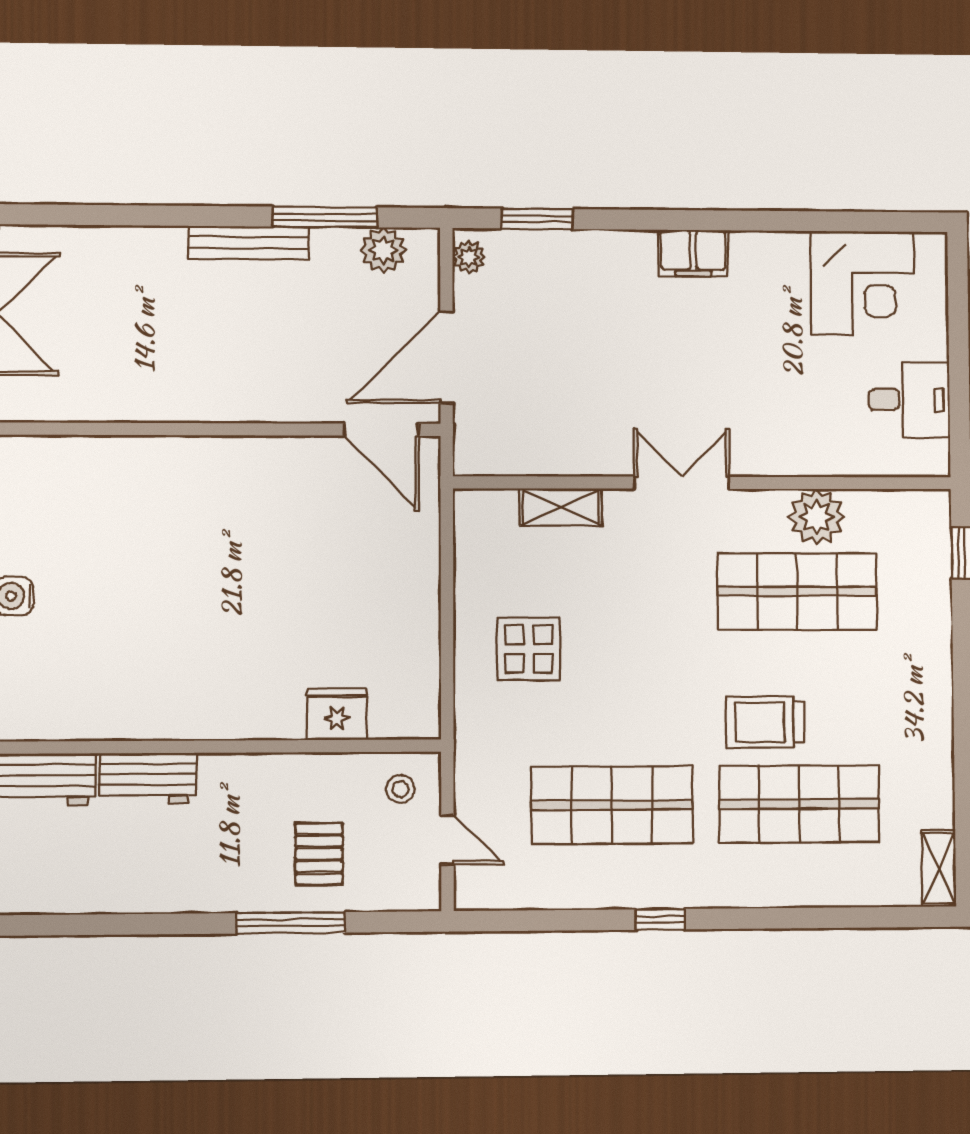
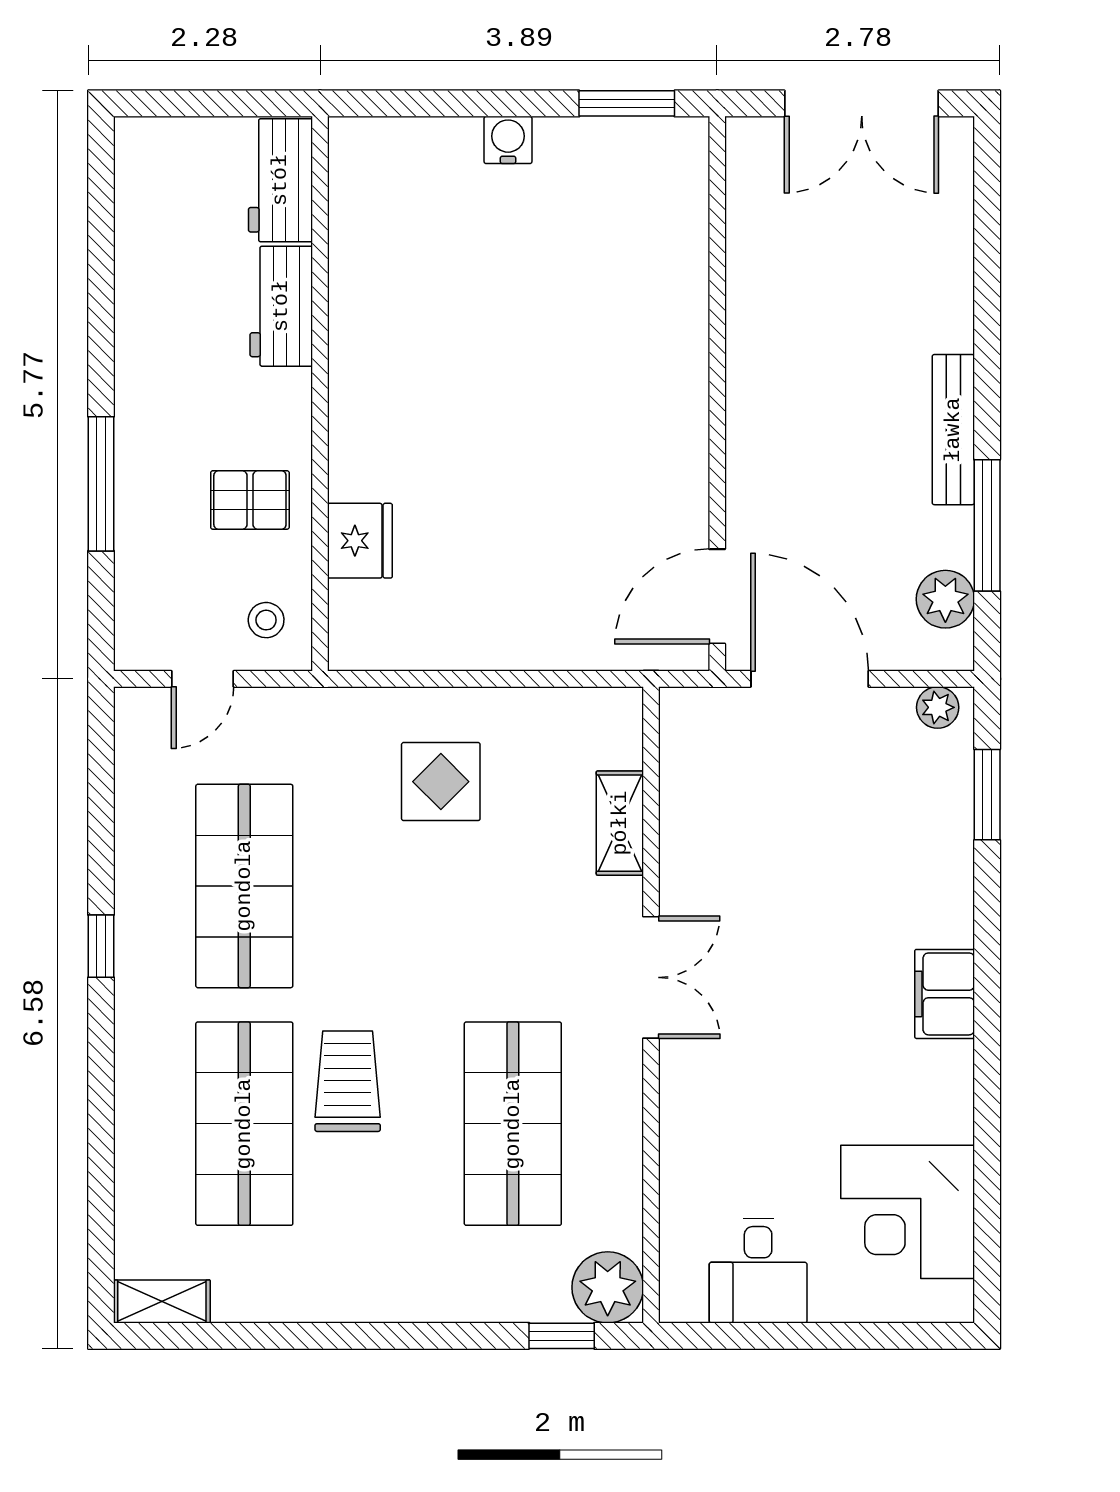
plant: (817, 517) -> (608, 1287), moved
pallet: (319, 854) -> (250, 500), moved

